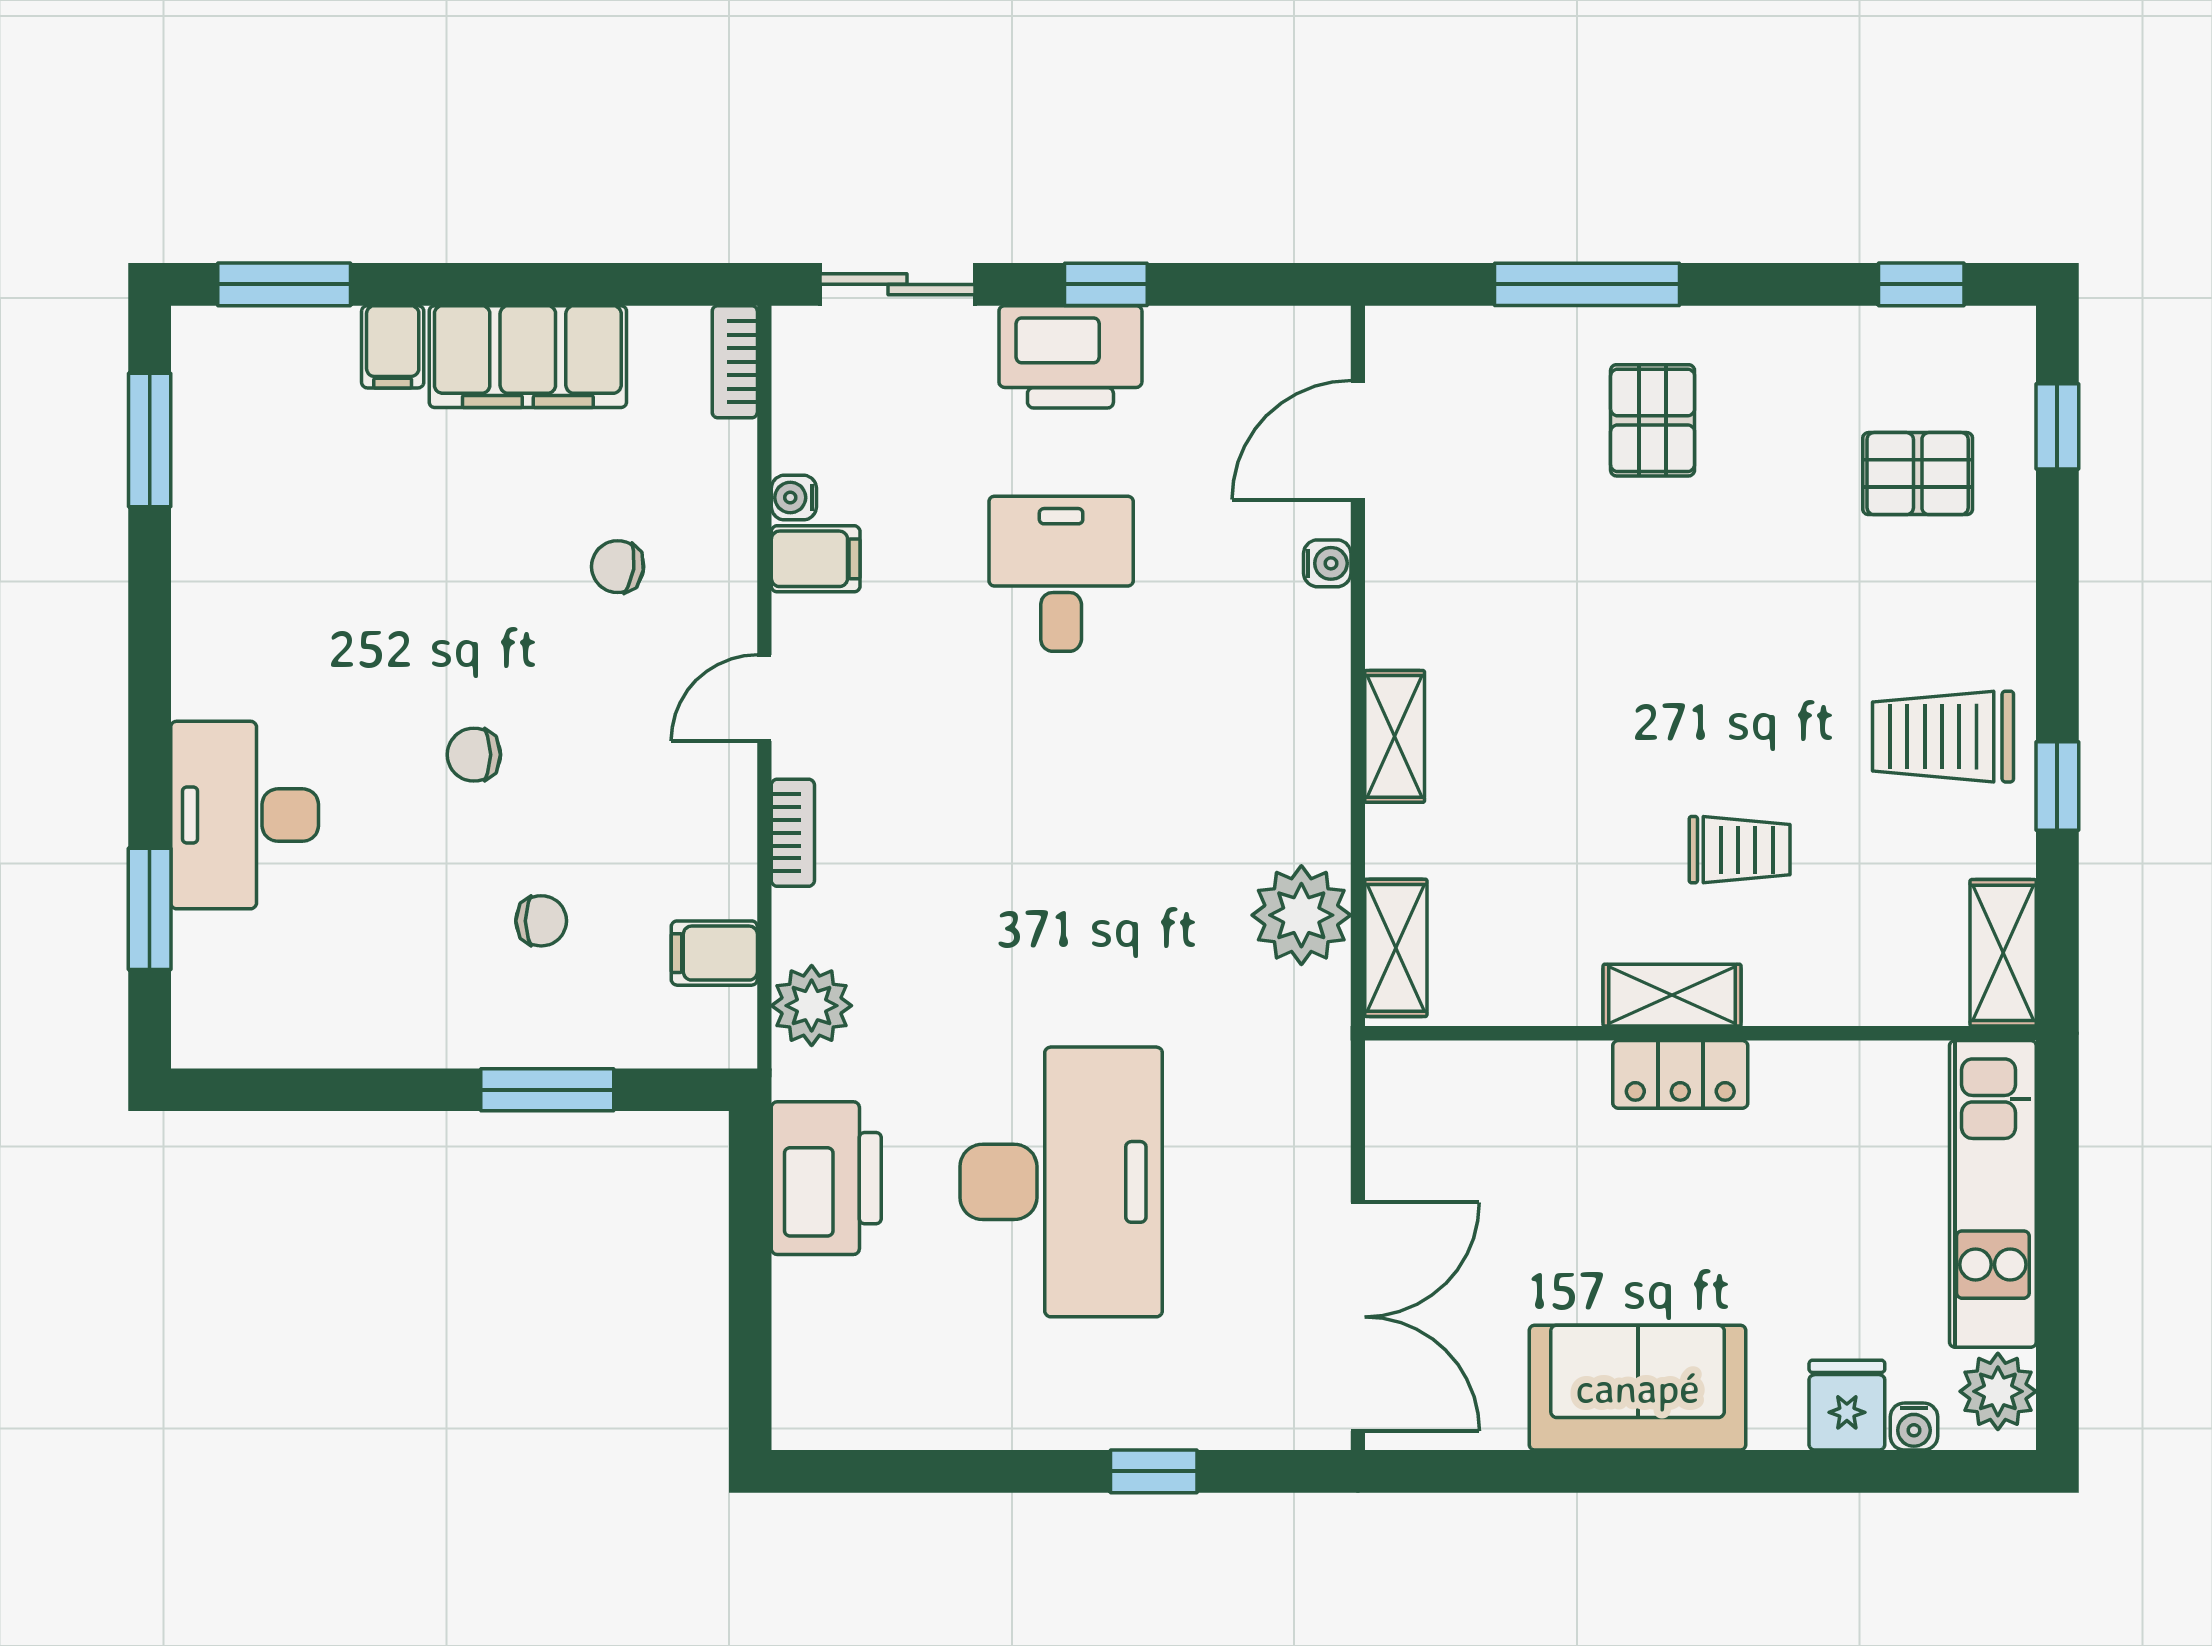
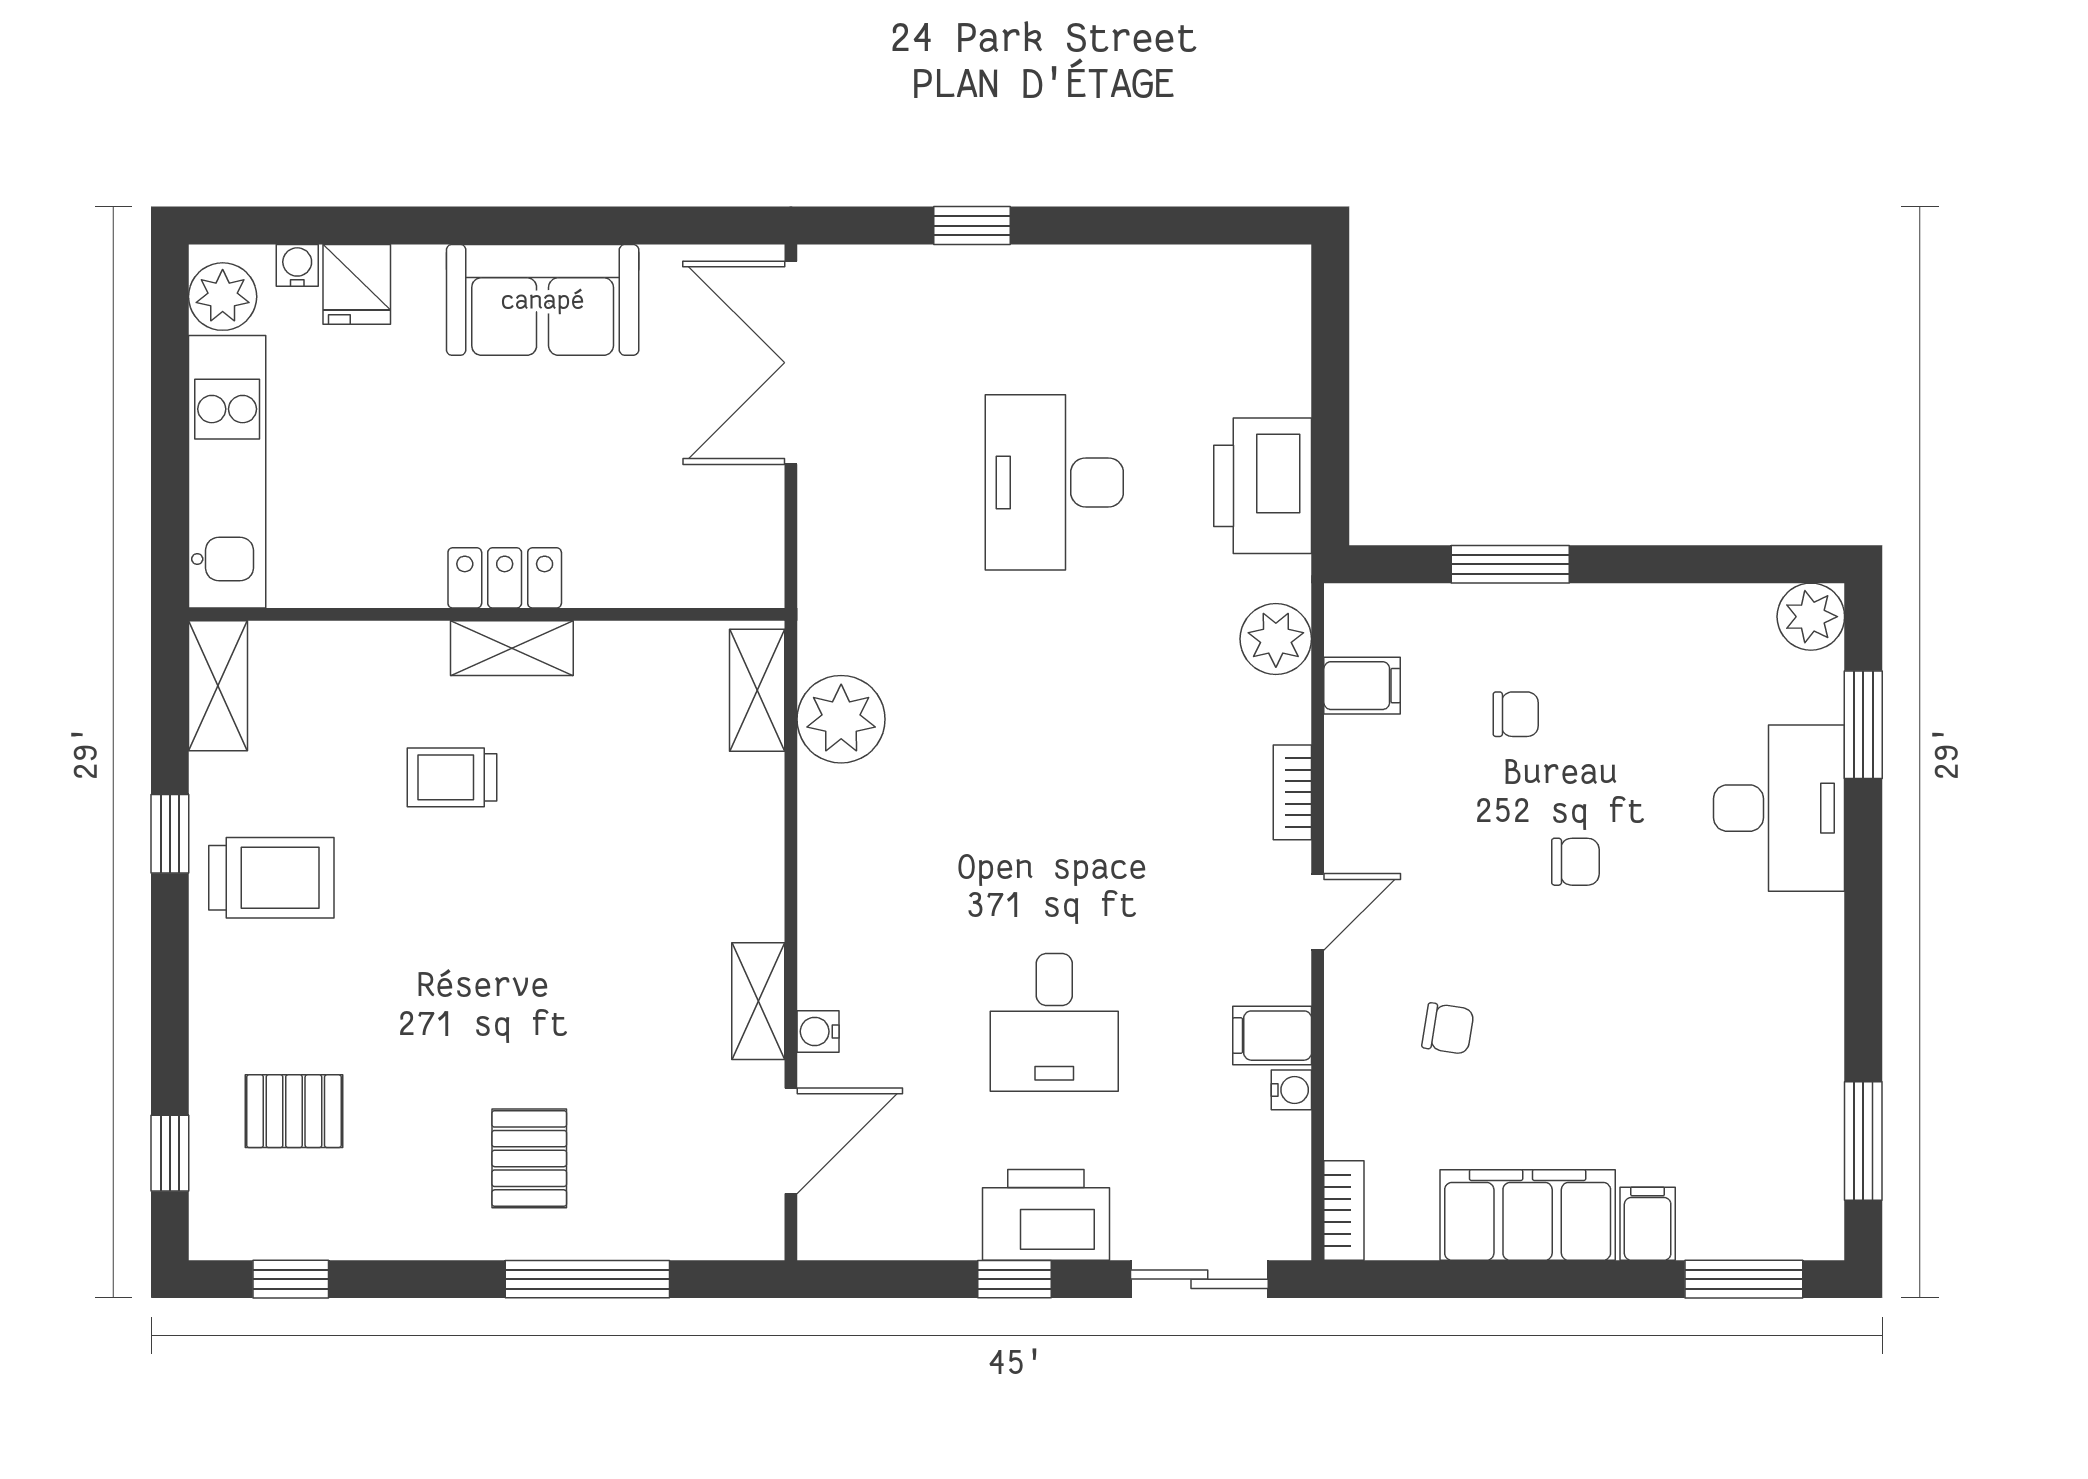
shelving: (1395, 736) -> (758, 1001), moved
chair: (541, 921) -> (1516, 714), turned 180
plant: (209, 1031) -> (1811, 617), added
desk: (1061, 1182) -> (1054, 482), width x0.73, depth x0.77

